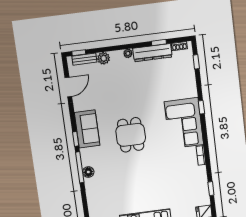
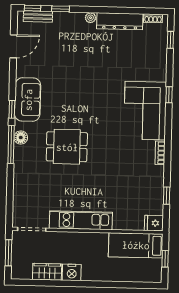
window: (159, 42) -> (60, 9), moved
plant: (104, 58) -> (61, 19), removed
dining table: (131, 135) -> (67, 147), moved, turned 90
floor lamp: (88, 172) -> (21, 138), moved

